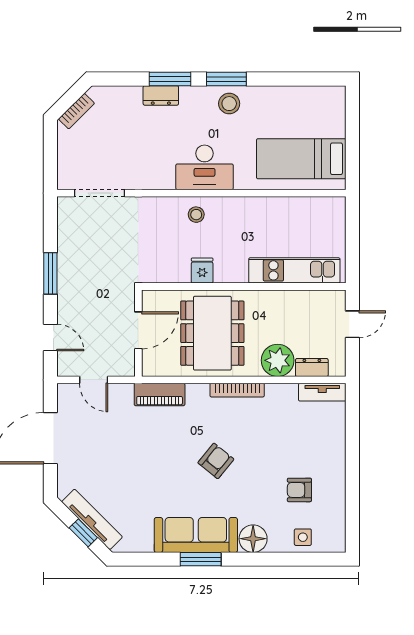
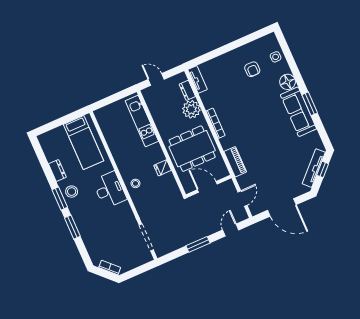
dresser: (161, 95) -> (57, 171), moved
armchair: (216, 461) -> (256, 118), removed

